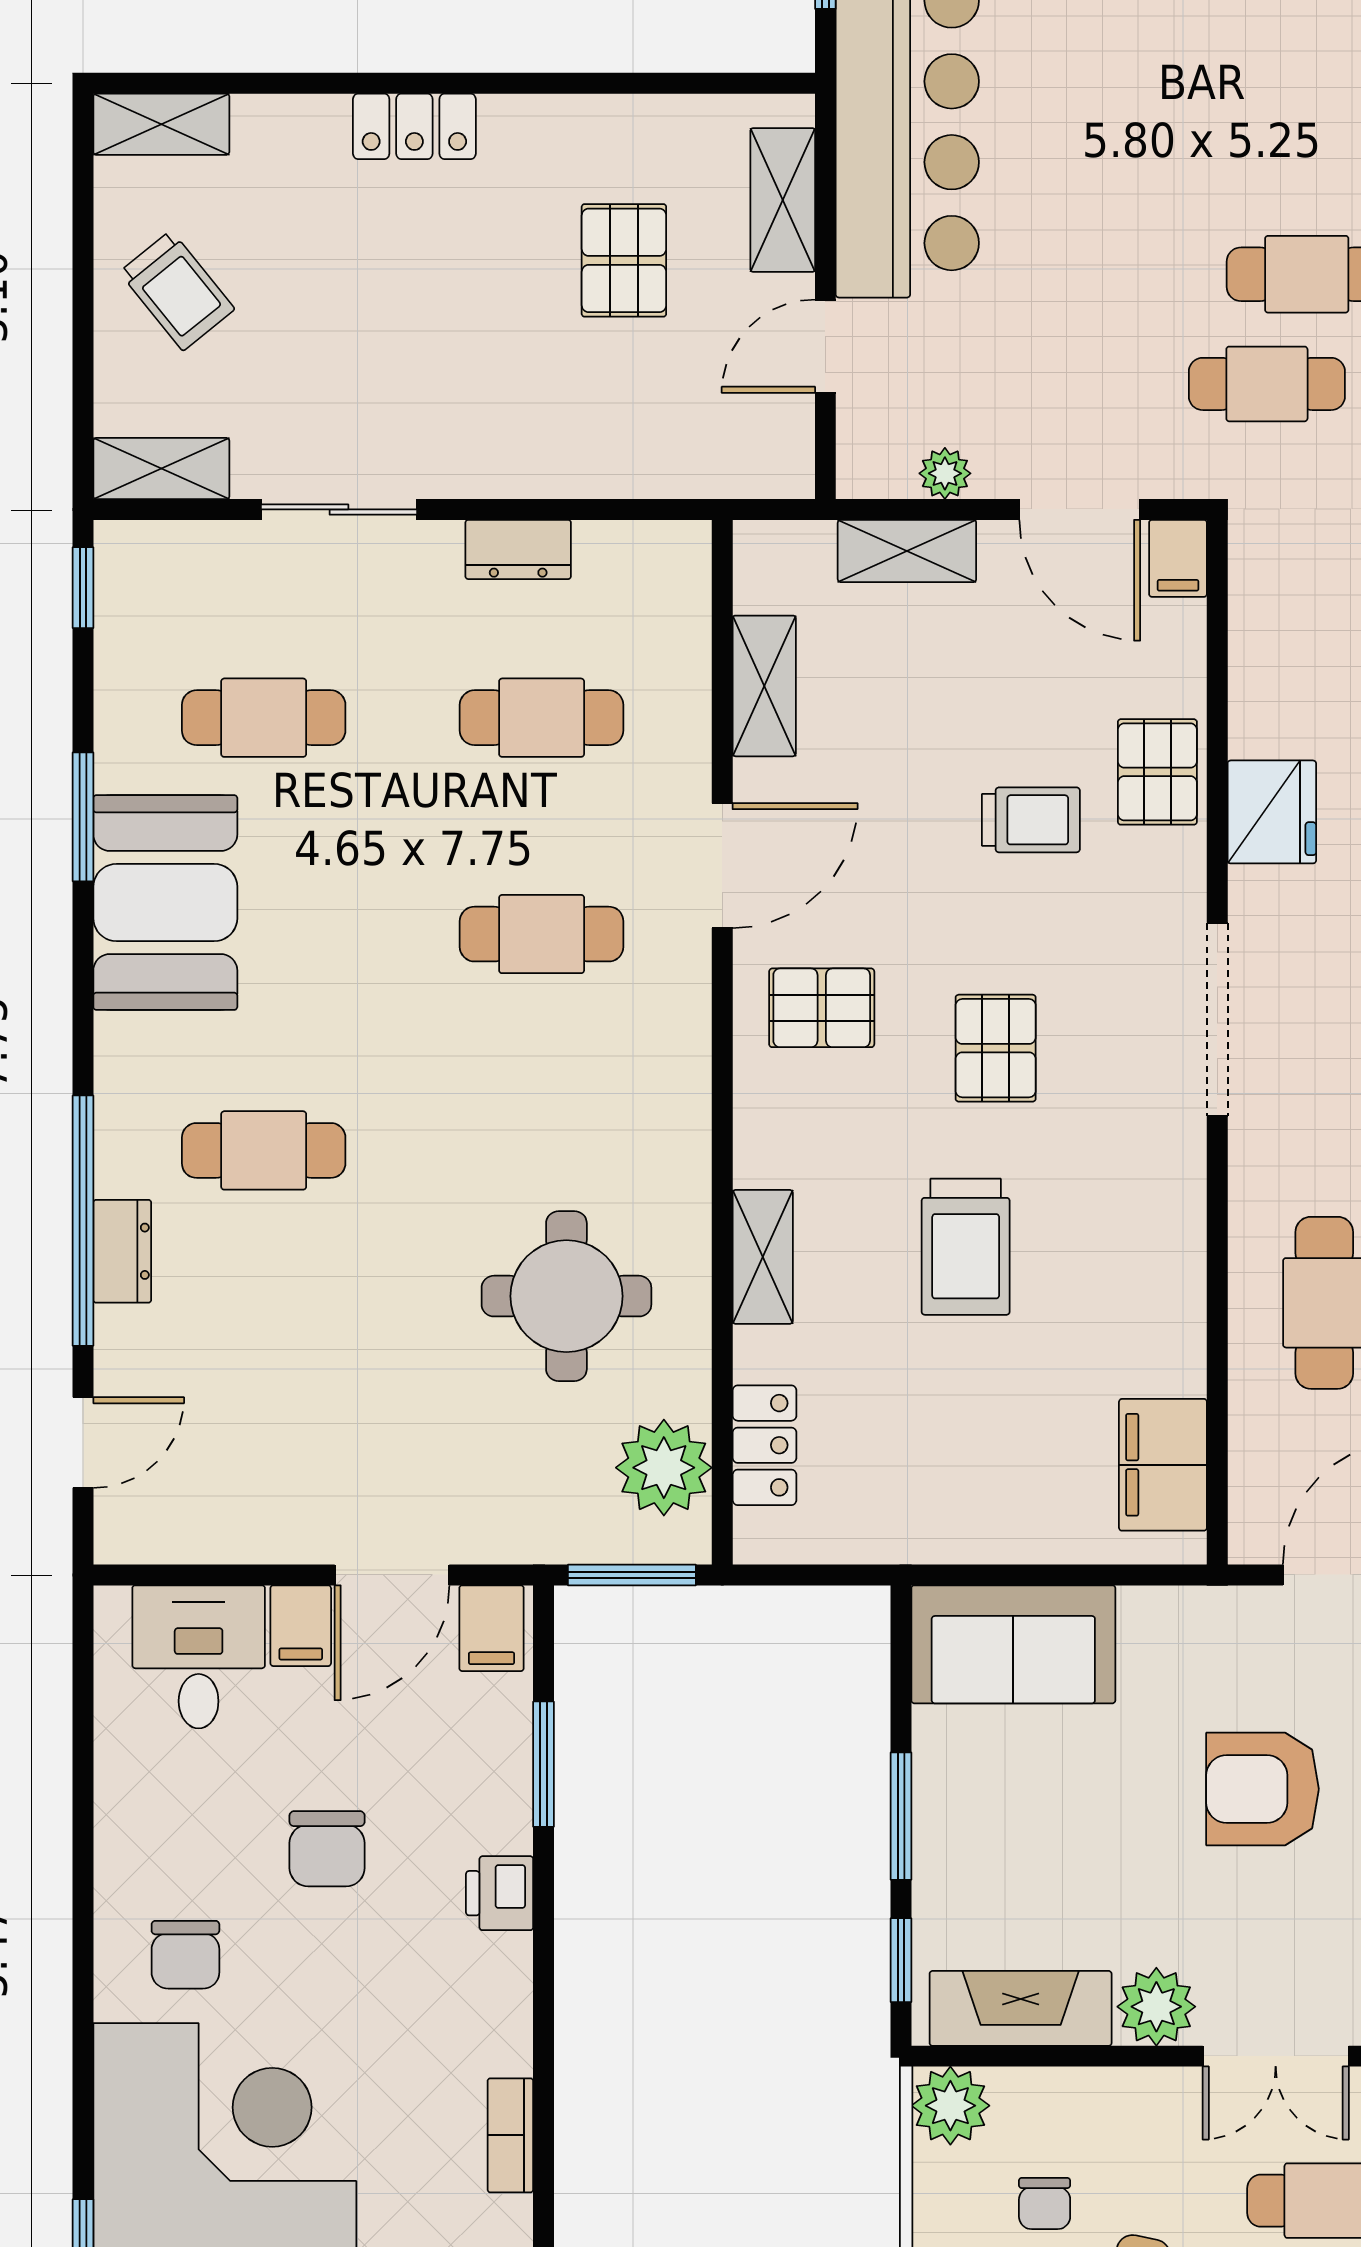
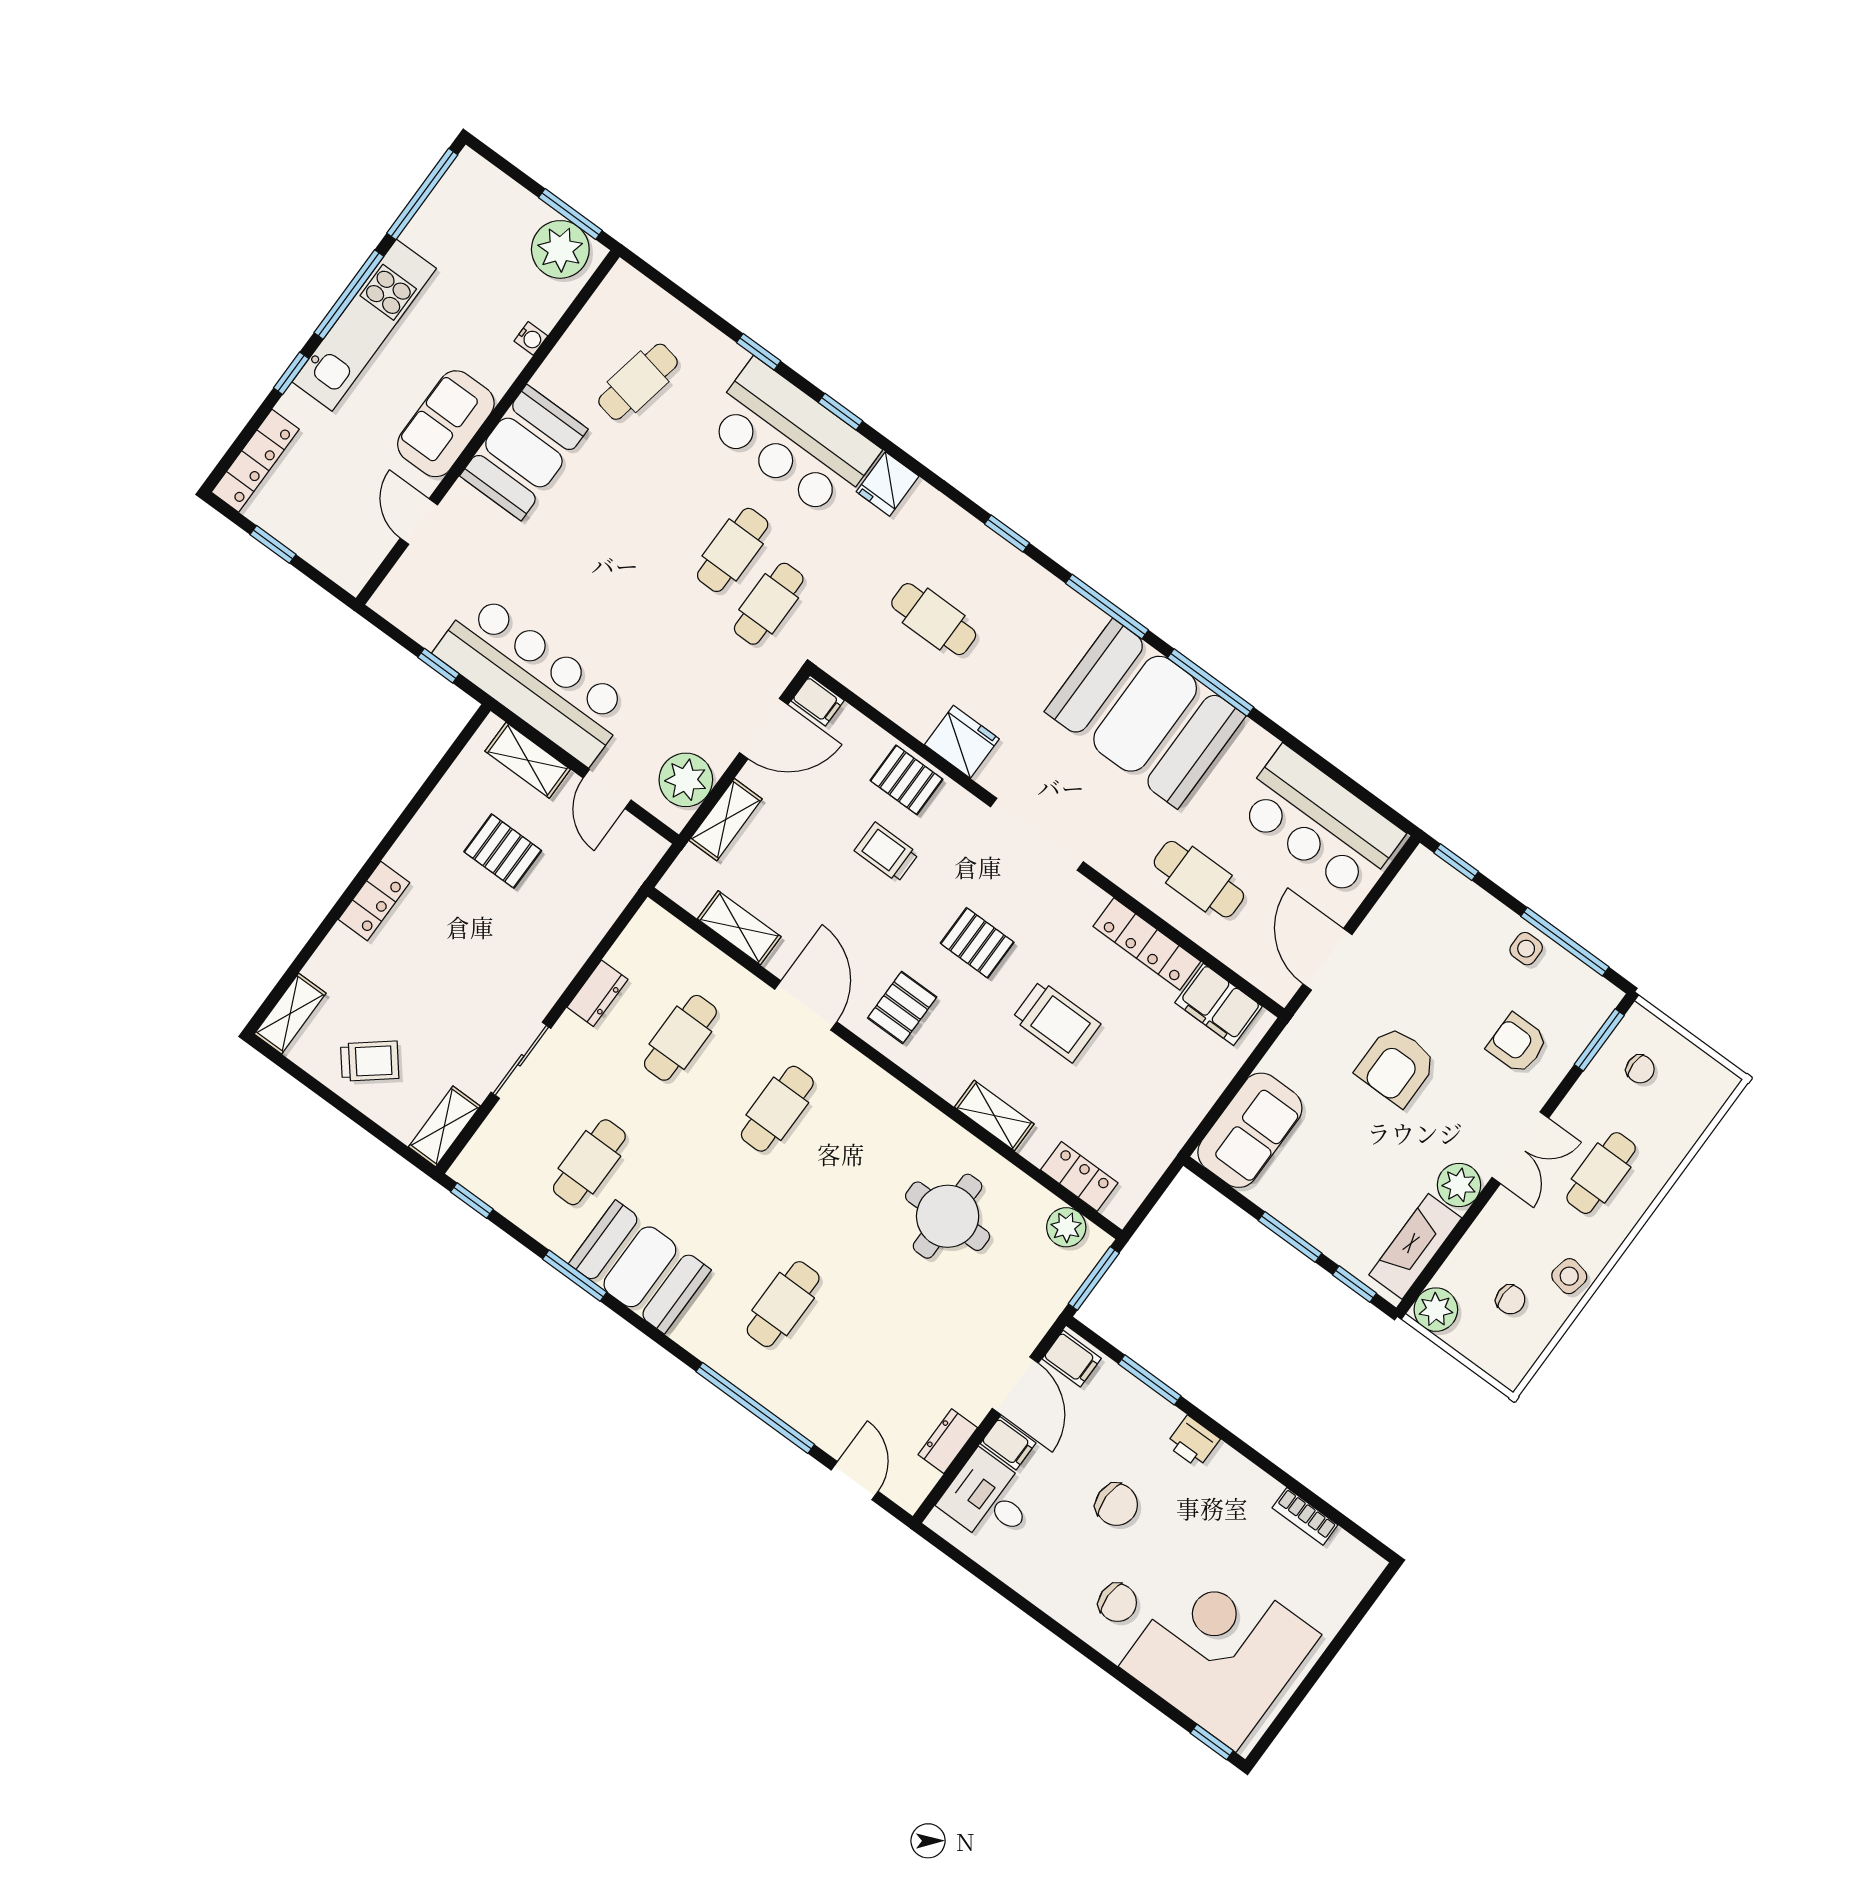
plant: (945, 473) -> (686, 780), width x1.87, depth x1.87
trolley: (1031, 820) -> (887, 852), turned -90
dresser: (122, 1251) -> (948, 1441), moved, turned -90
locker: (1175, 1296) -> (1147, 944), added
plant: (664, 1468) -> (1066, 1227), width x0.73, depth x0.73

